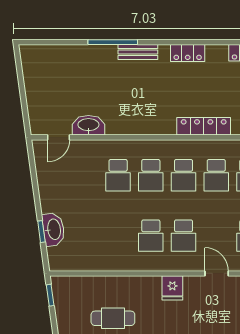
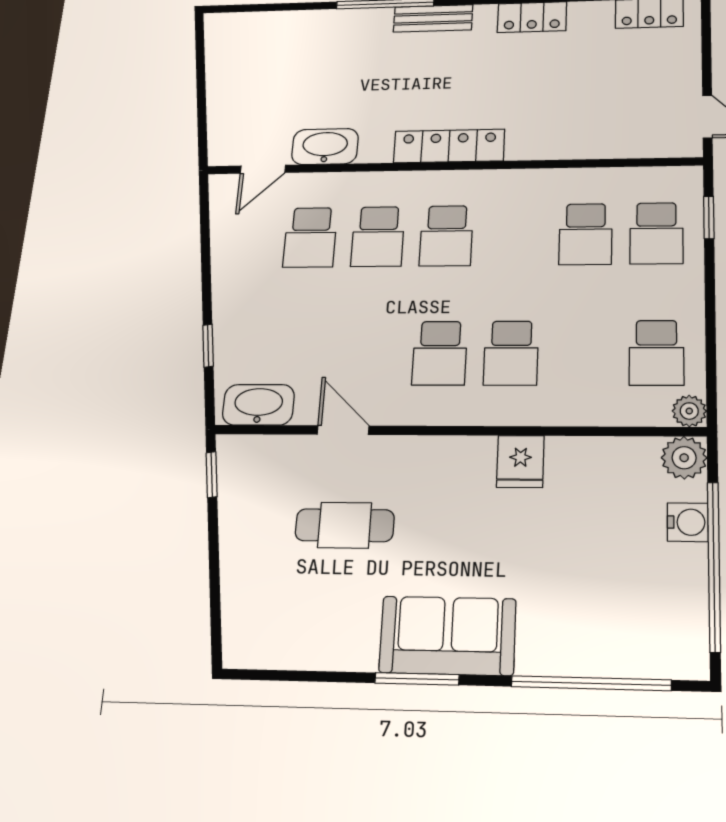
locker: (204, 126) -> (449, 146), moved
school desk: (184, 175) -> (310, 237), moved
washbasin: (54, 229) -> (258, 405), moved, turned -82
door: (217, 273) -> (343, 430), moved
fridge: (172, 288) -> (520, 461), moved

